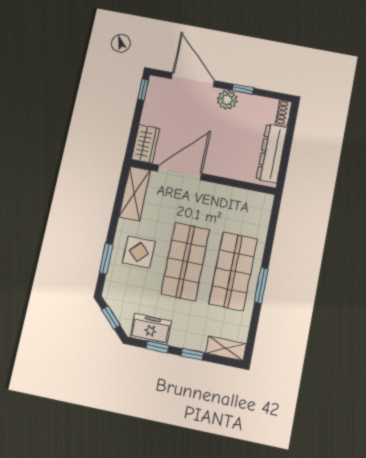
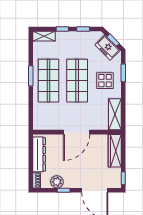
plant: (227, 100) -> (57, 182), moved
wardrobe: (145, 144) -> (115, 151), width x1.50
door: (180, 172) -> (76, 132), moved
freezer: (151, 329) -> (108, 48), moved, turned 45

